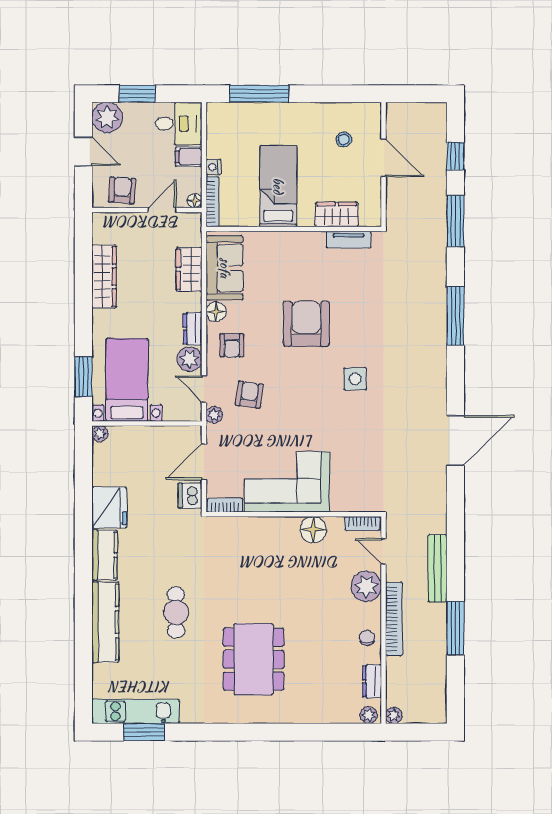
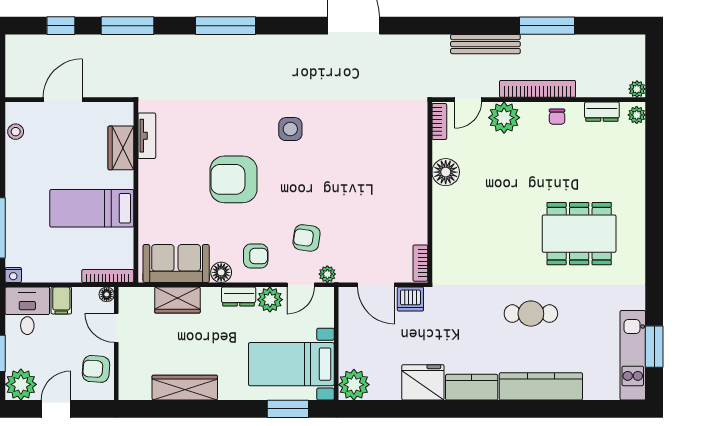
stool: (344, 139) -> (16, 132), moved
nightstand: (213, 167) -> (13, 275), moved
plant: (100, 434) -> (354, 385), width x1.88, depth x1.88
corner sofa: (287, 482) -> (396, 199), removed
chair: (367, 638) -> (557, 117), turned -90

